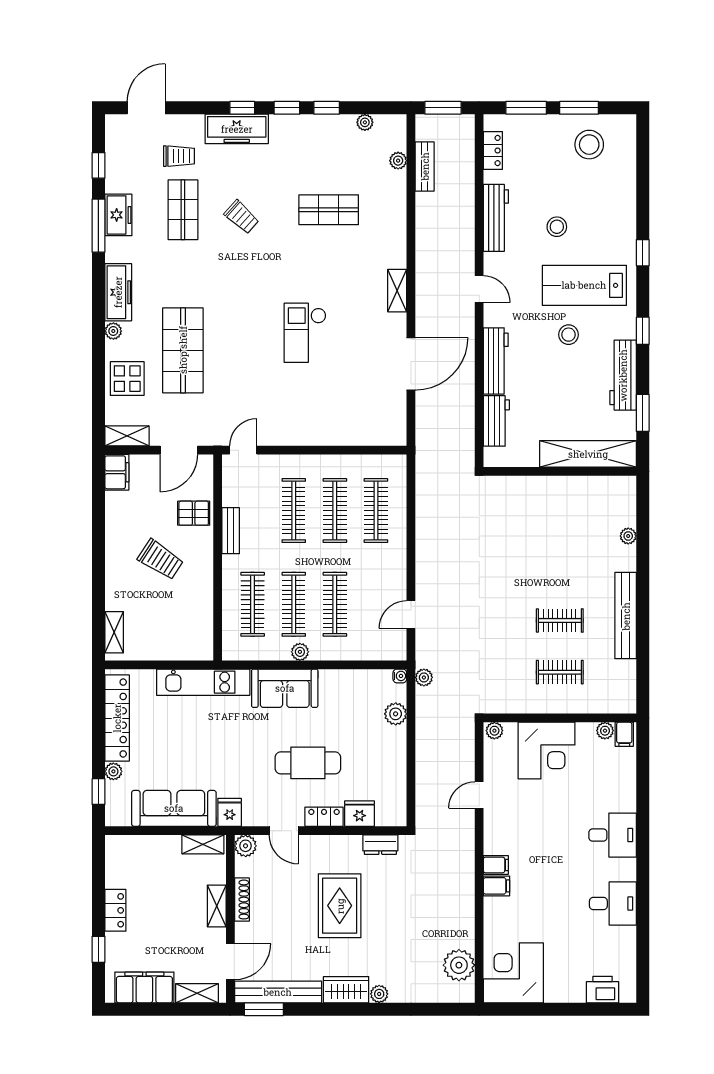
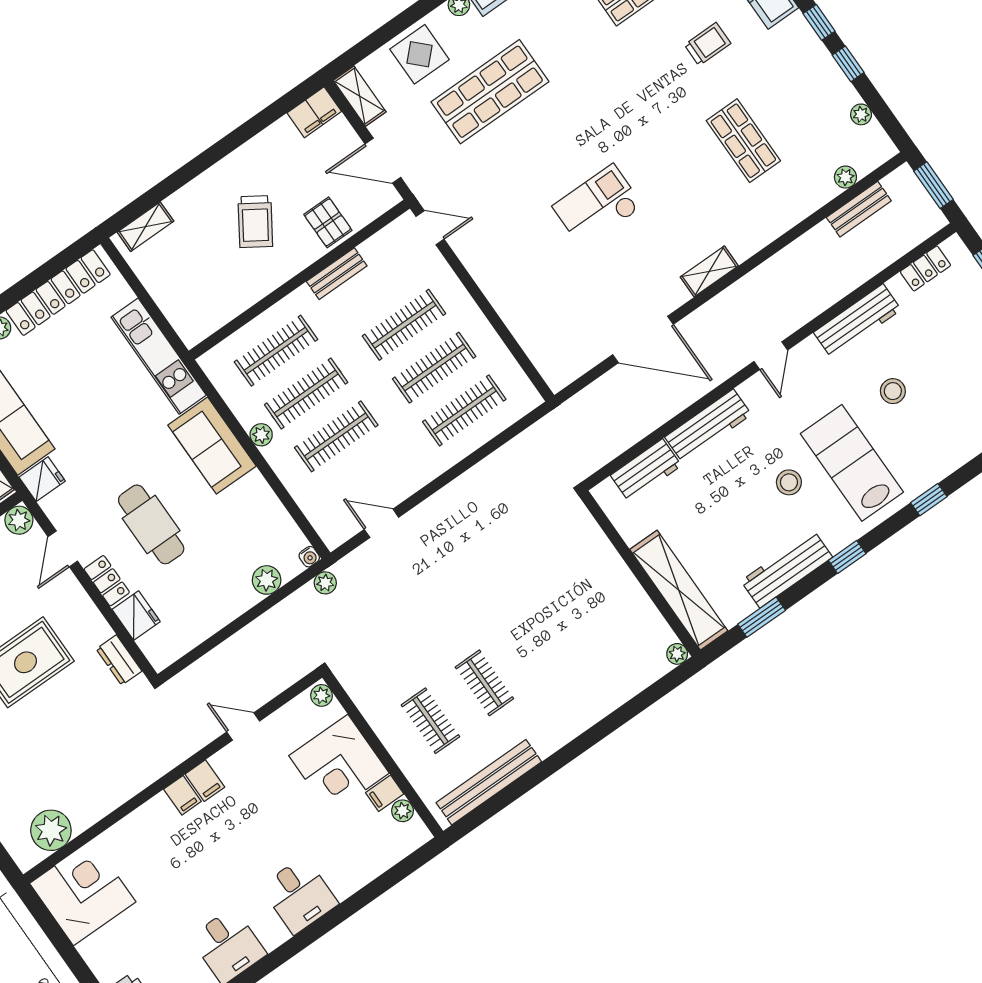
trolley: (242, 217) -> (708, 44), moved, turned -132
plant: (628, 536) -> (677, 654), moved
bench: (626, 616) -> (489, 782), moved
filing cabinet: (624, 734) -> (385, 793), moved
filing cabinet: (496, 886) -> (205, 781), moved

